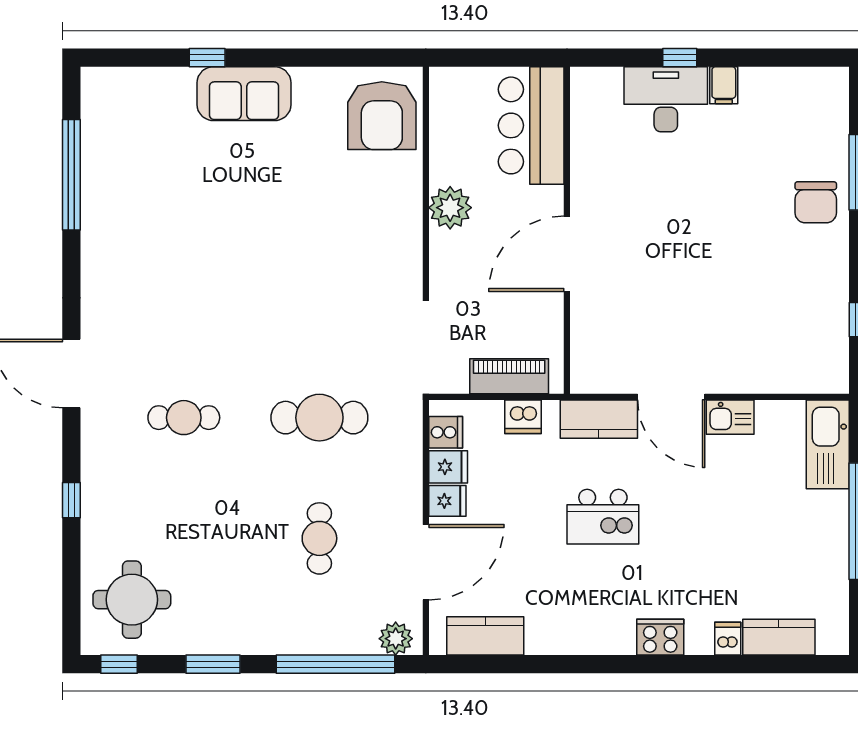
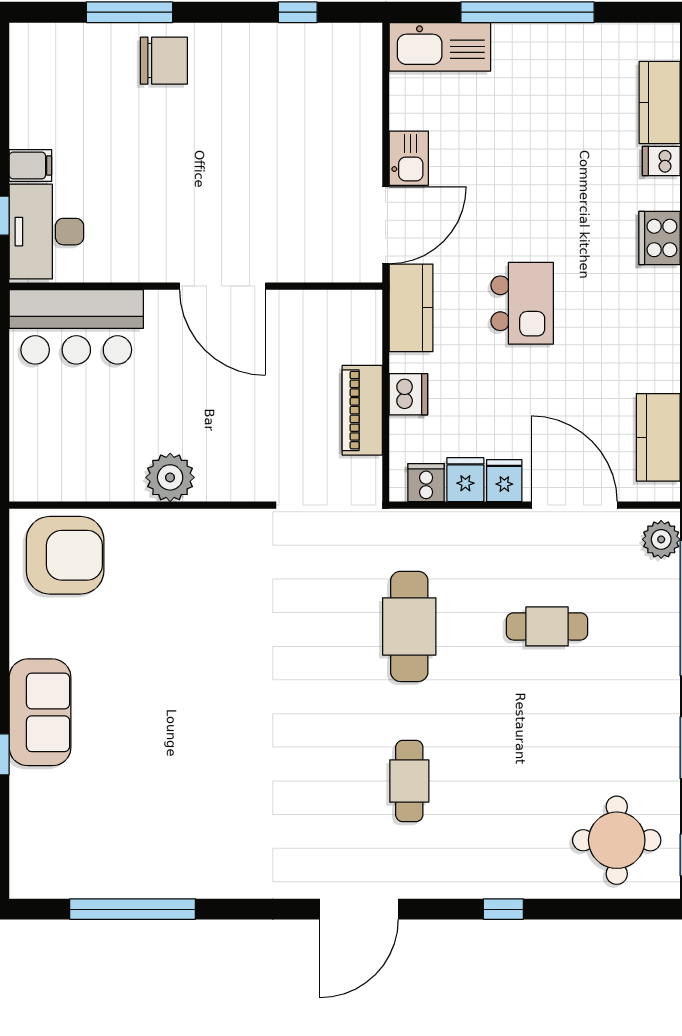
bar counter: (531, 125) -> (76, 327), moved
wall: (567, 230) -> (196, 286), moved
door: (567, 254) -> (223, 286), moved

